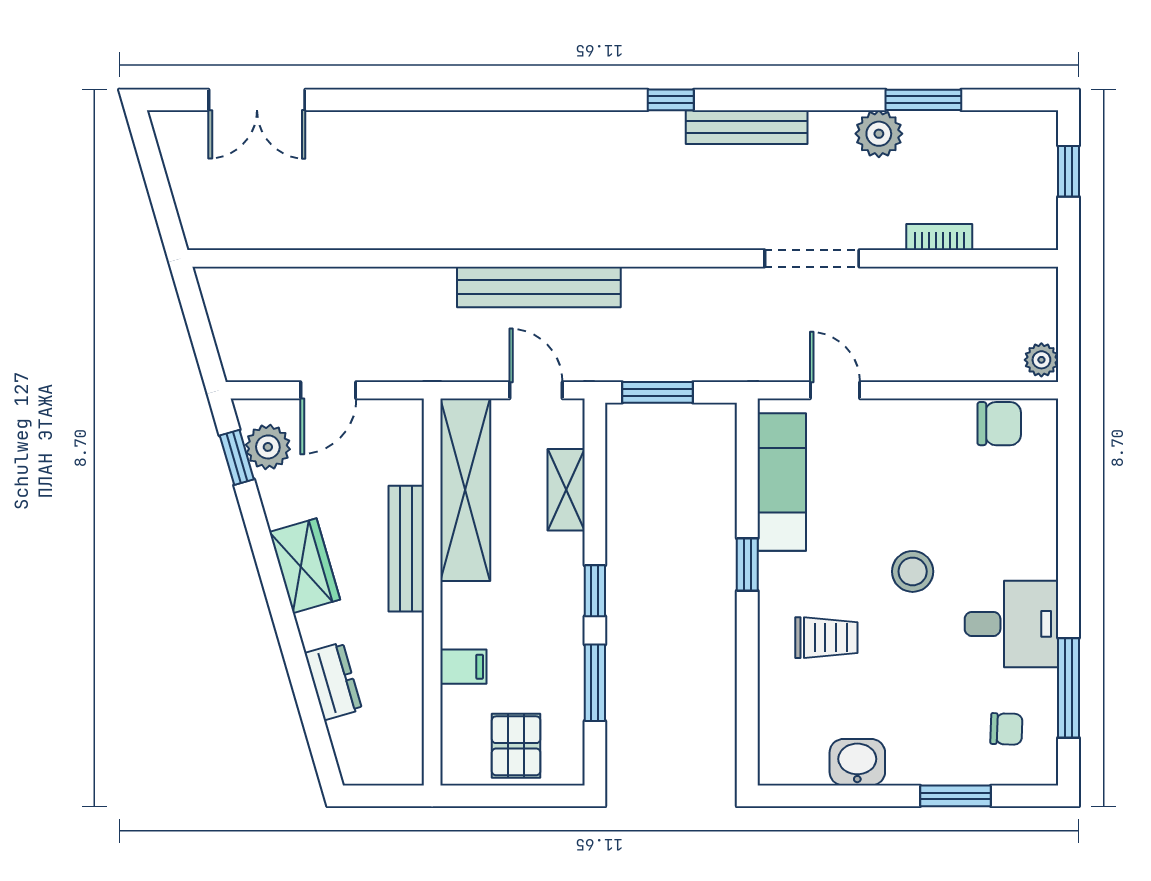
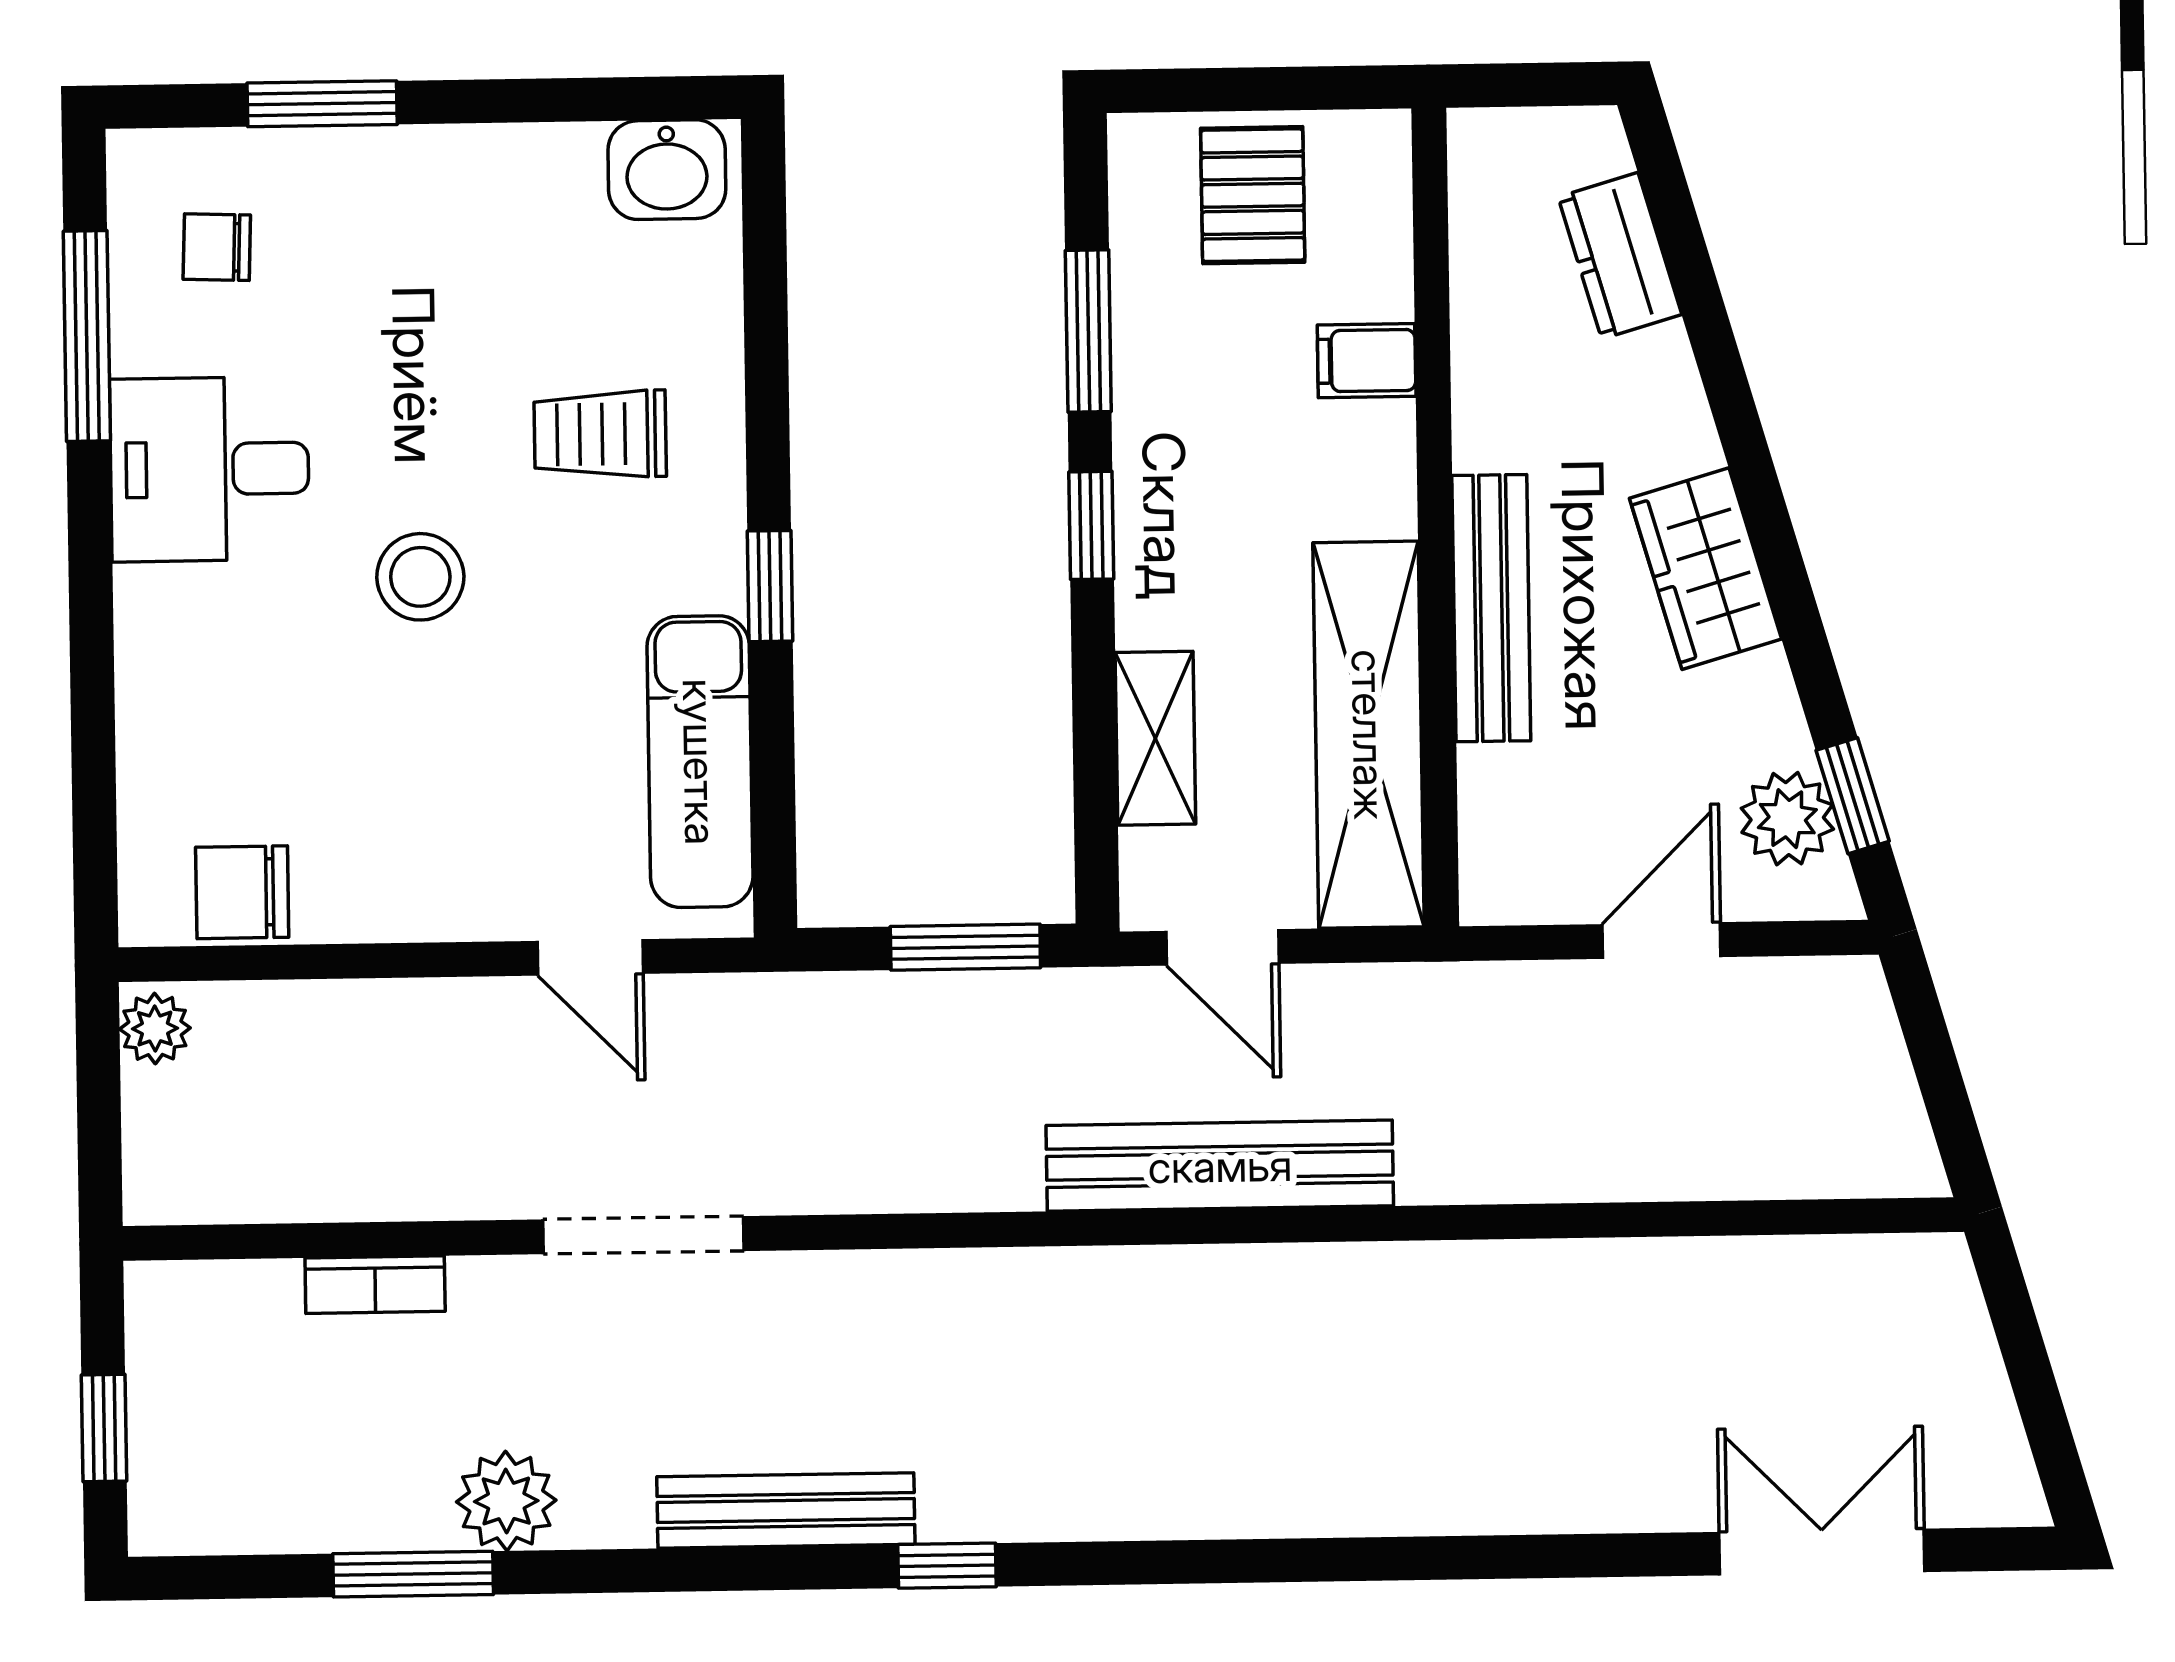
dresser: (333, 681) -> (1620, 256), moved
washbasin: (857, 762) -> (667, 170), moved

